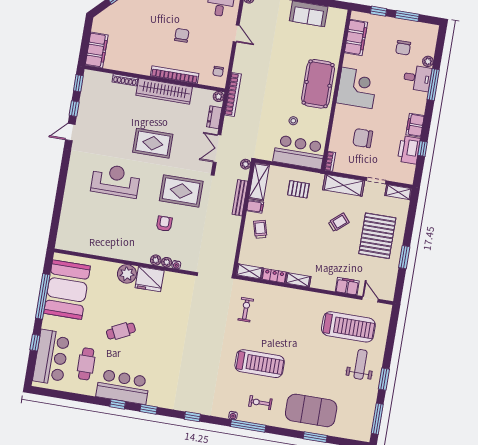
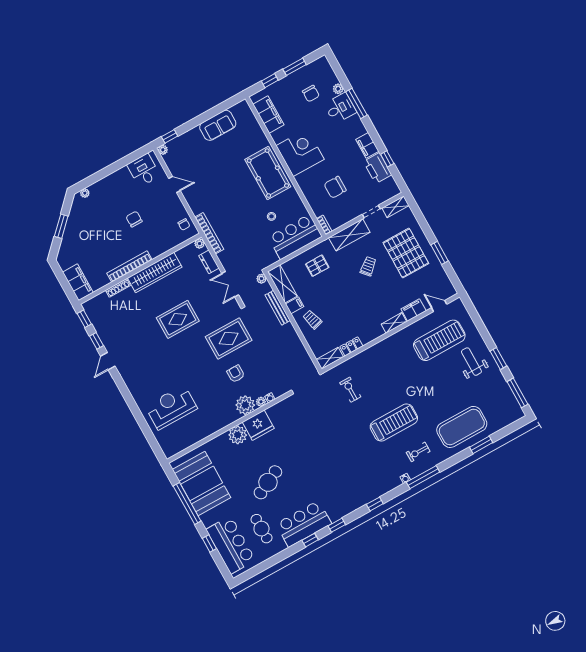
bookcase: (175, 75) -> (129, 267), moved
reception desk: (116, 181) -> (171, 407), moved
plant: (156, 260) -> (245, 405), width x1.88, depth x1.88
shelving: (298, 280) -> (394, 323), moved
cafe table: (121, 331) -> (268, 482), width x1.37, depth x1.35

